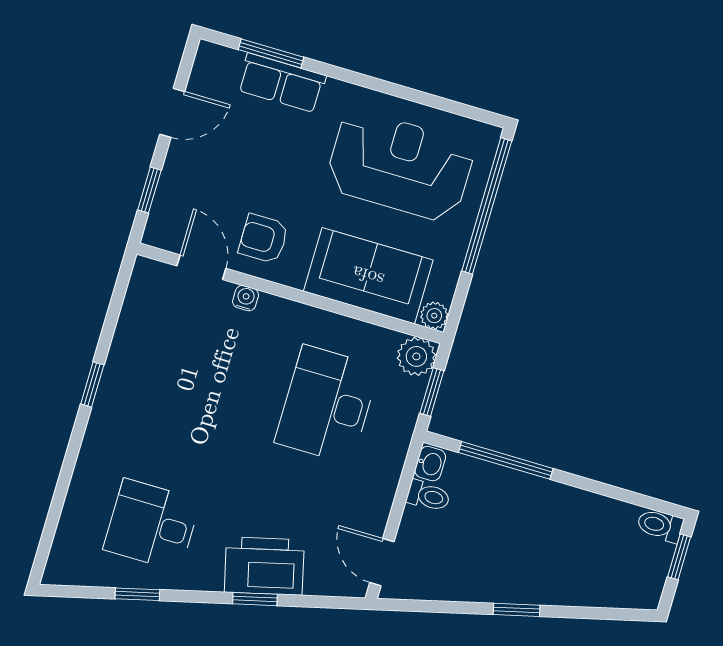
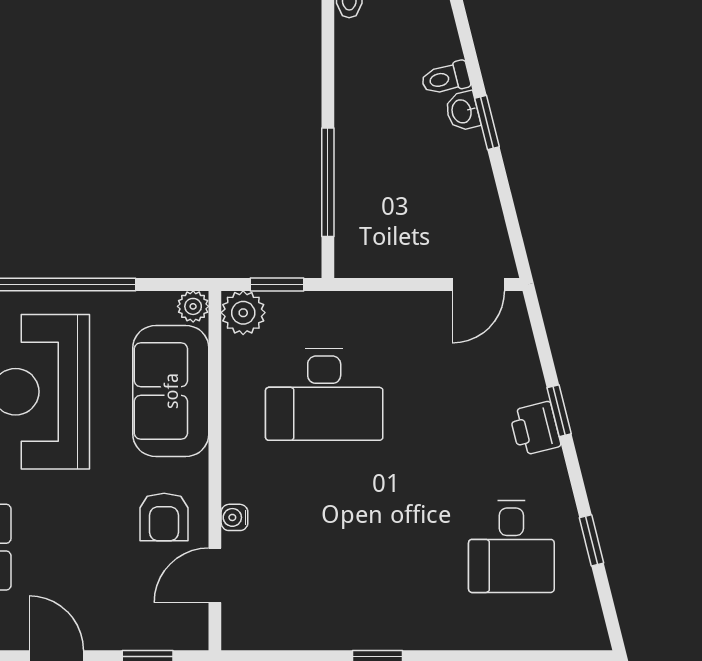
washbasin: (430, 464) -> (462, 111), moved, turned -104
toilet: (428, 496) -> (446, 78), moved, turned -104
printer: (264, 566) -> (535, 429), width x0.53, depth x0.68

